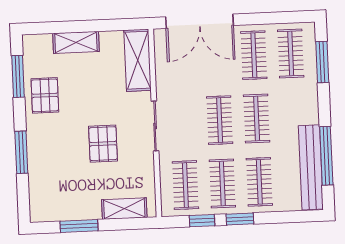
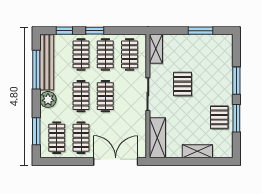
window: (18, 76) -> (236, 118), moved
plant: (307, 111) -> (48, 99), added
shelving: (124, 209) -> (156, 49), moved, turned 90
window: (202, 221) -> (64, 31), moved

